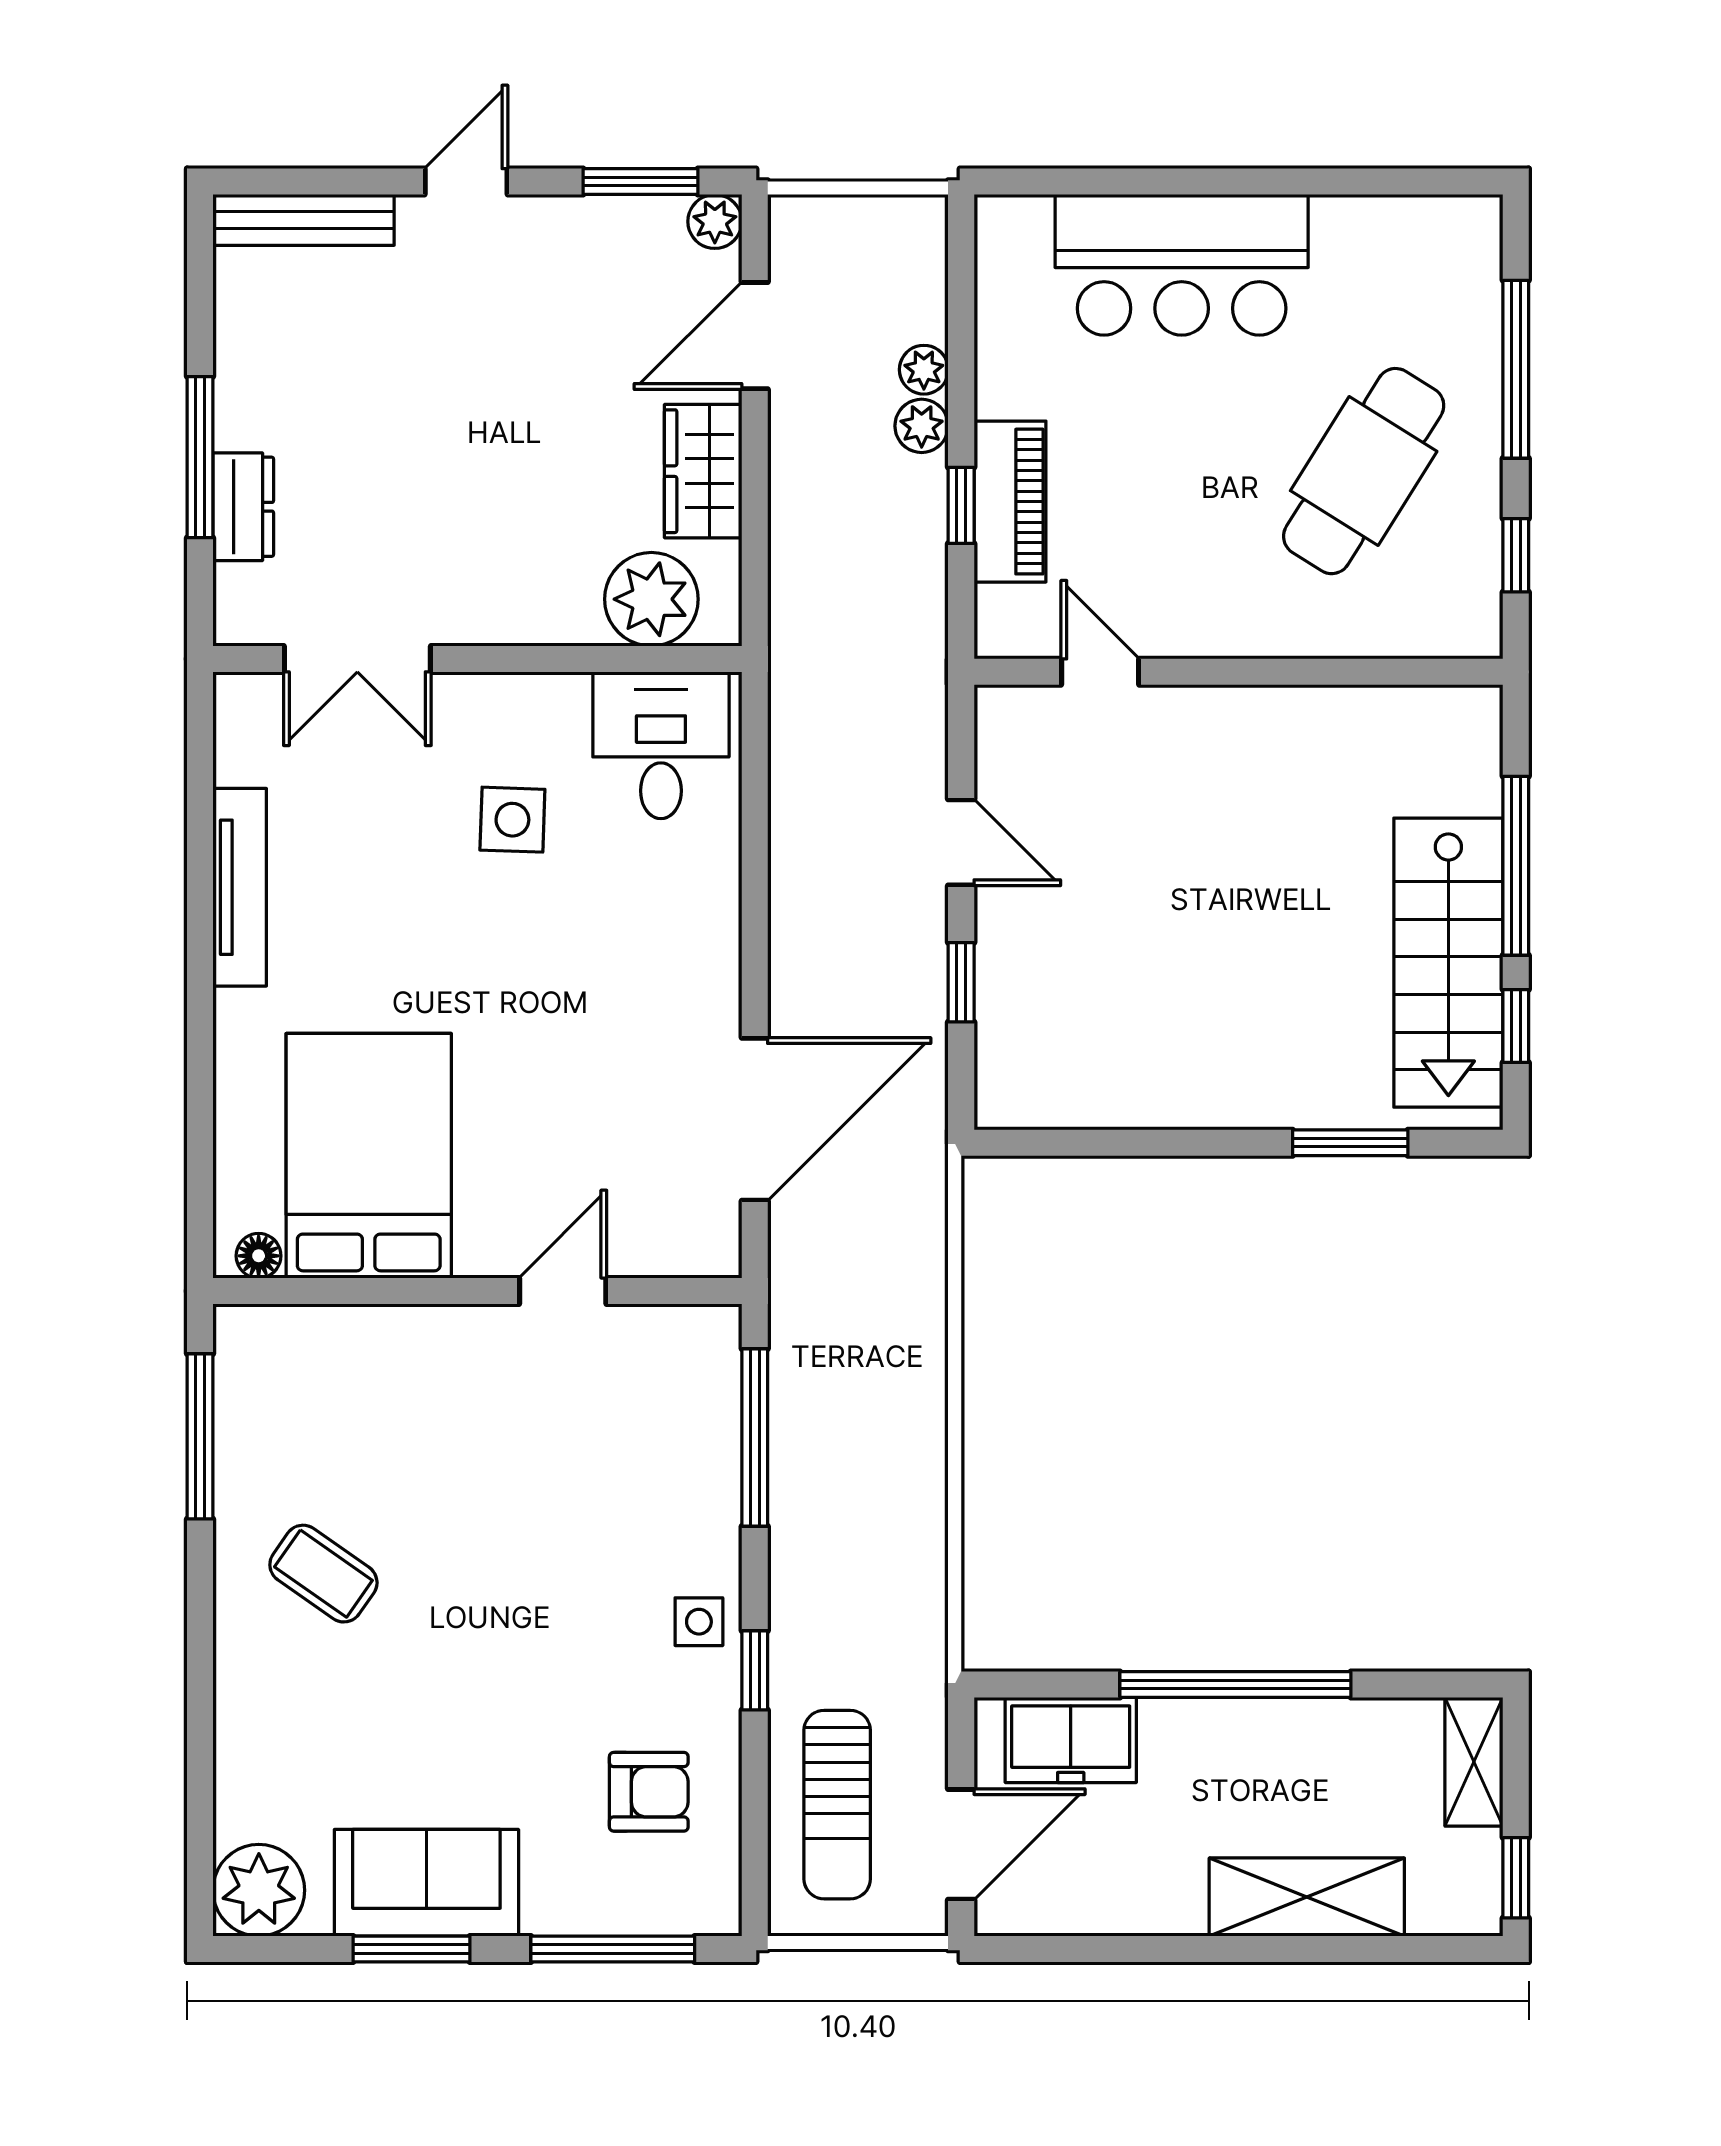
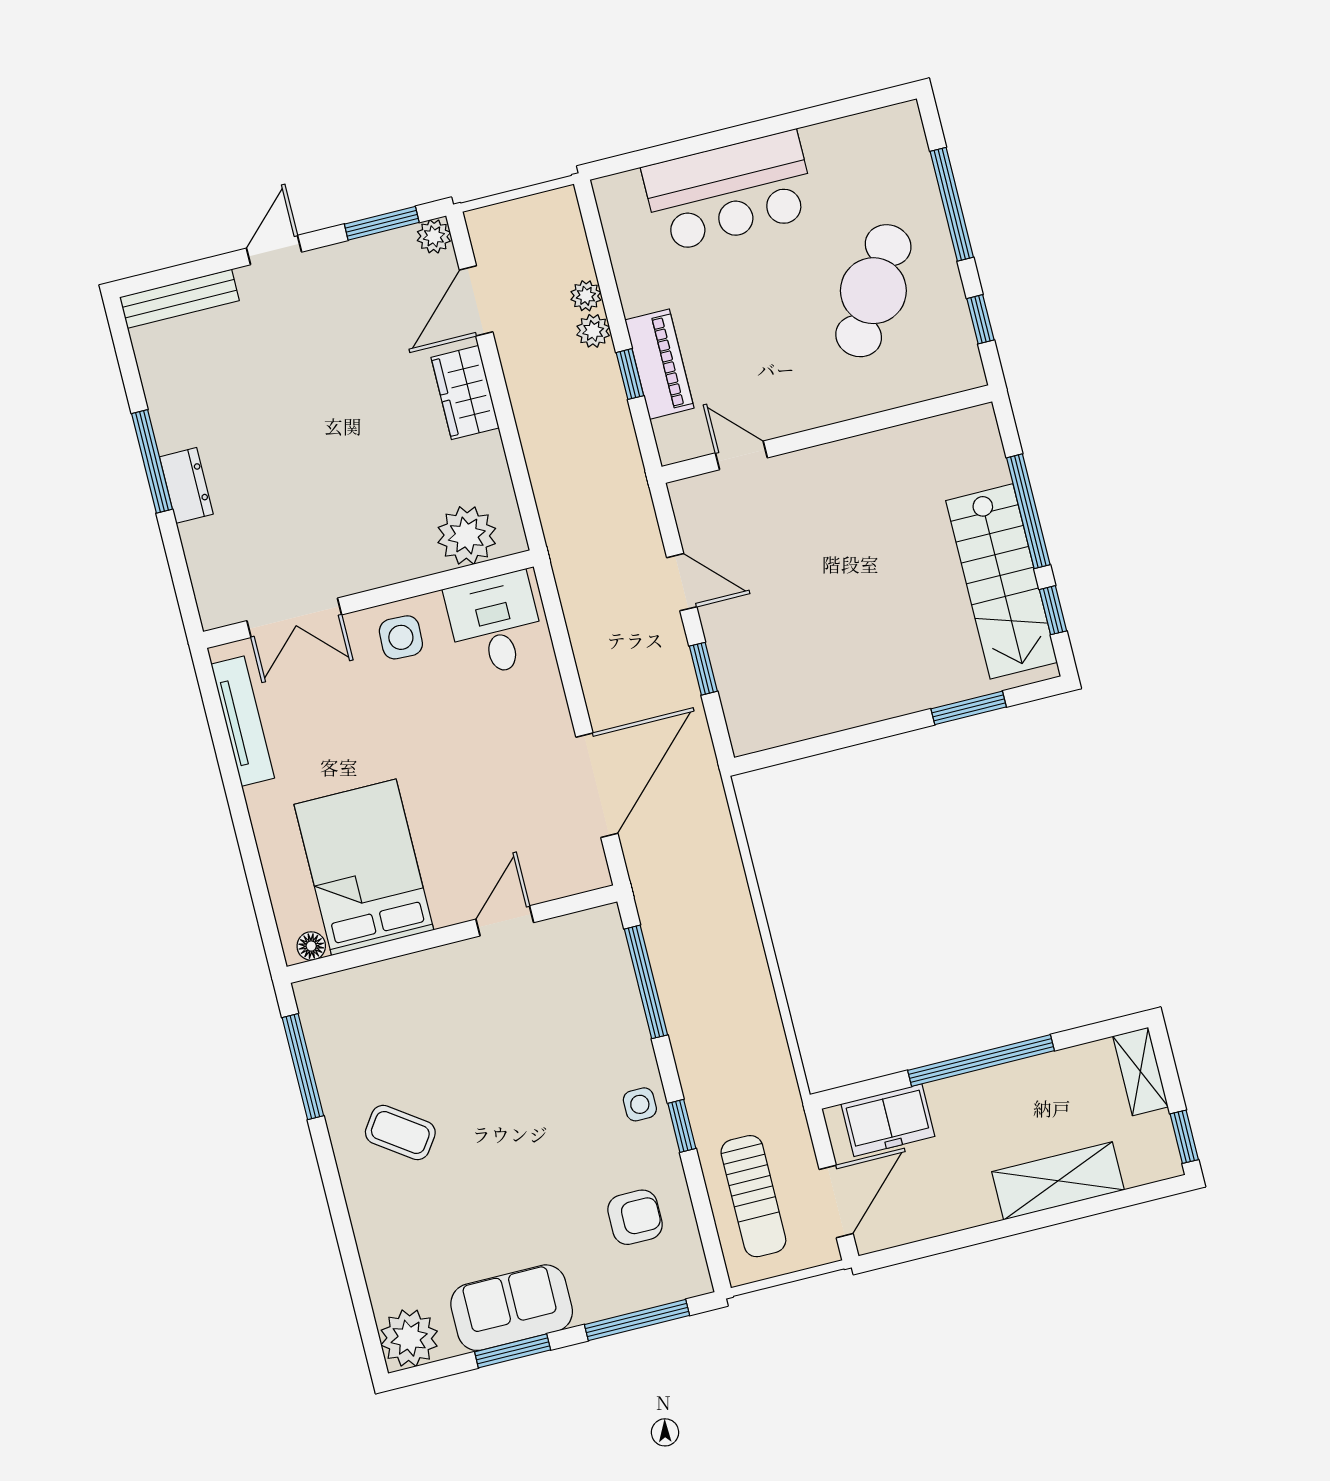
plant: (651, 599) -> (467, 535), moved
double door: (357, 659) -> (294, 618), moved
wall: (477, 659) -> (368, 599), moved
desk: (661, 745) -> (495, 624), moved

